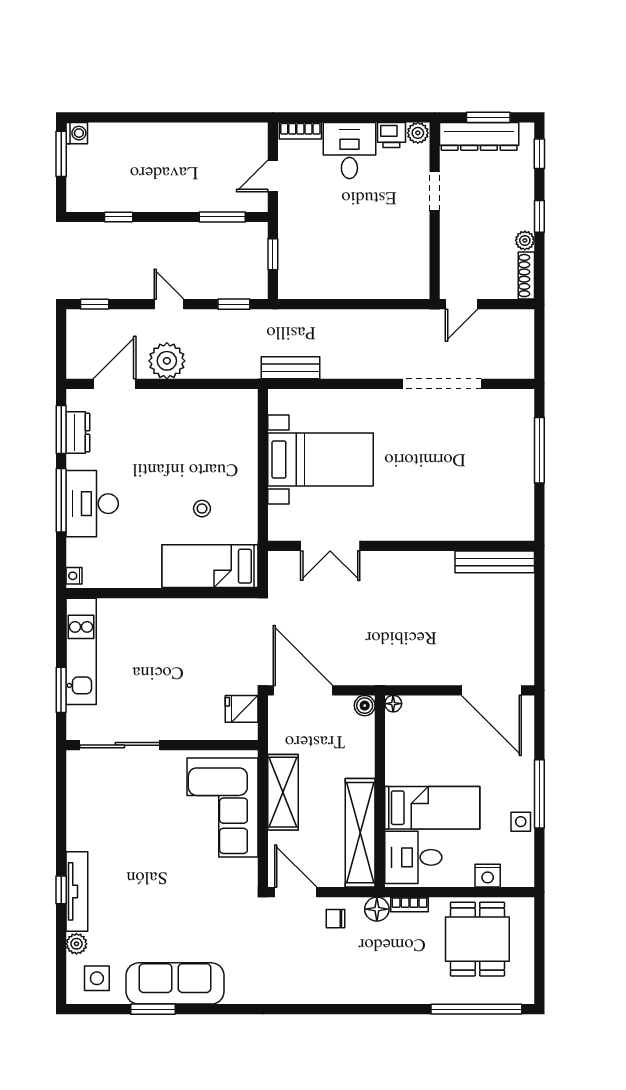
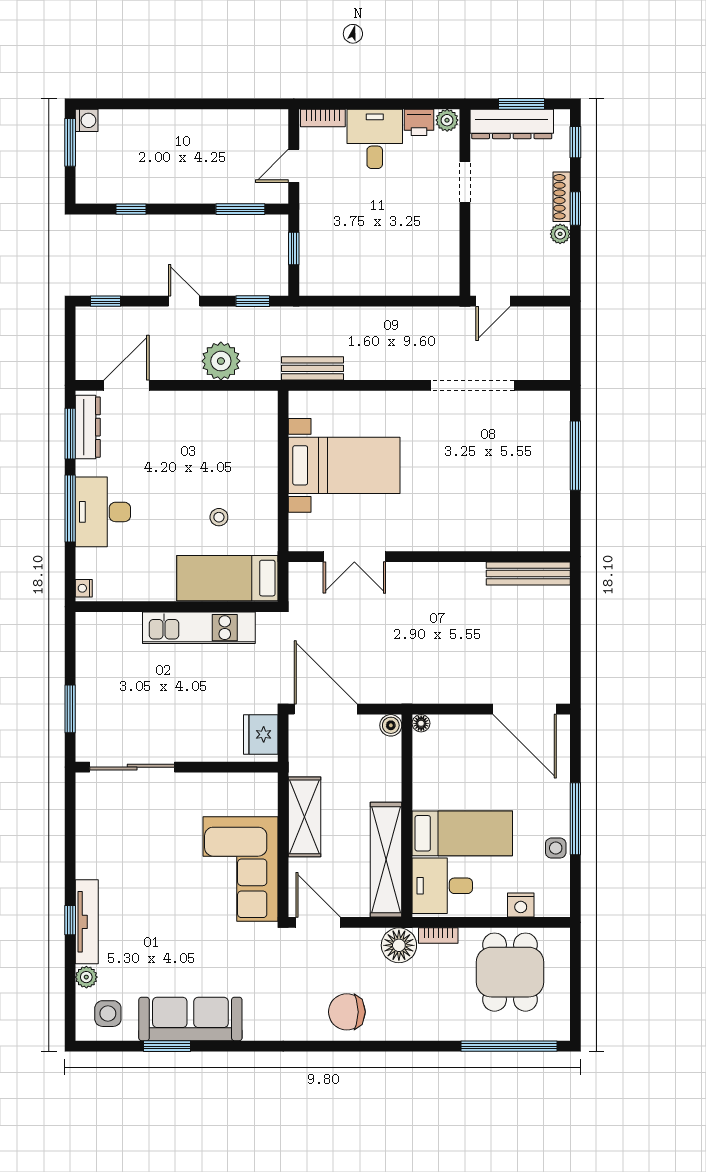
shoe rack: (526, 276) -> (562, 197), moved
plant: (167, 361) -> (221, 361), moved
dresser: (78, 433) -> (88, 427), width x1.44
kitchen unit: (81, 651) -> (199, 628), moved, turned 90
fridge: (242, 709) -> (261, 734), width x1.38
corner sofa: (222, 807) -> (241, 869), moved
floor lamp: (377, 909) -> (399, 945), width x1.38, depth x1.38
chair: (335, 919) -> (347, 1012), moved, width x1.87, depth x1.87

